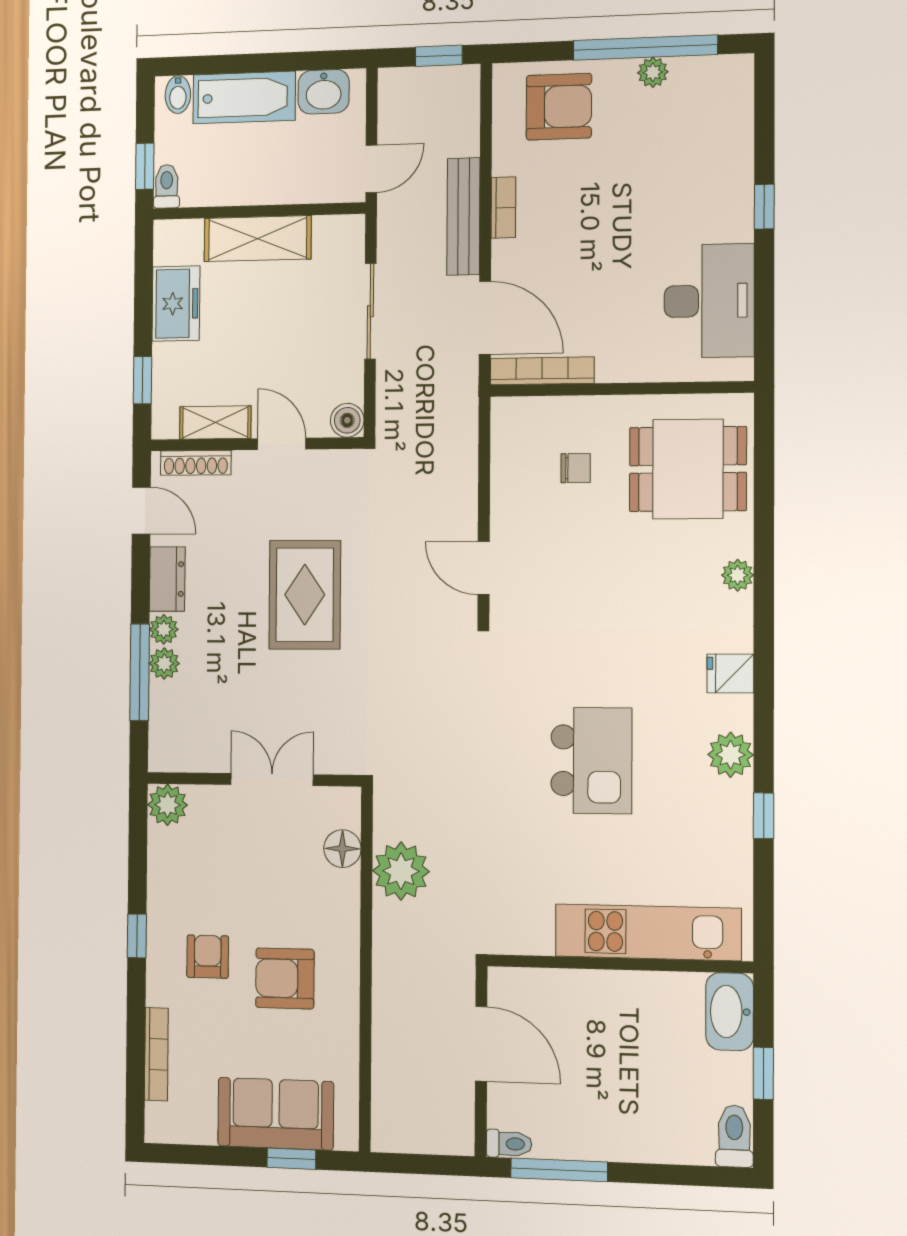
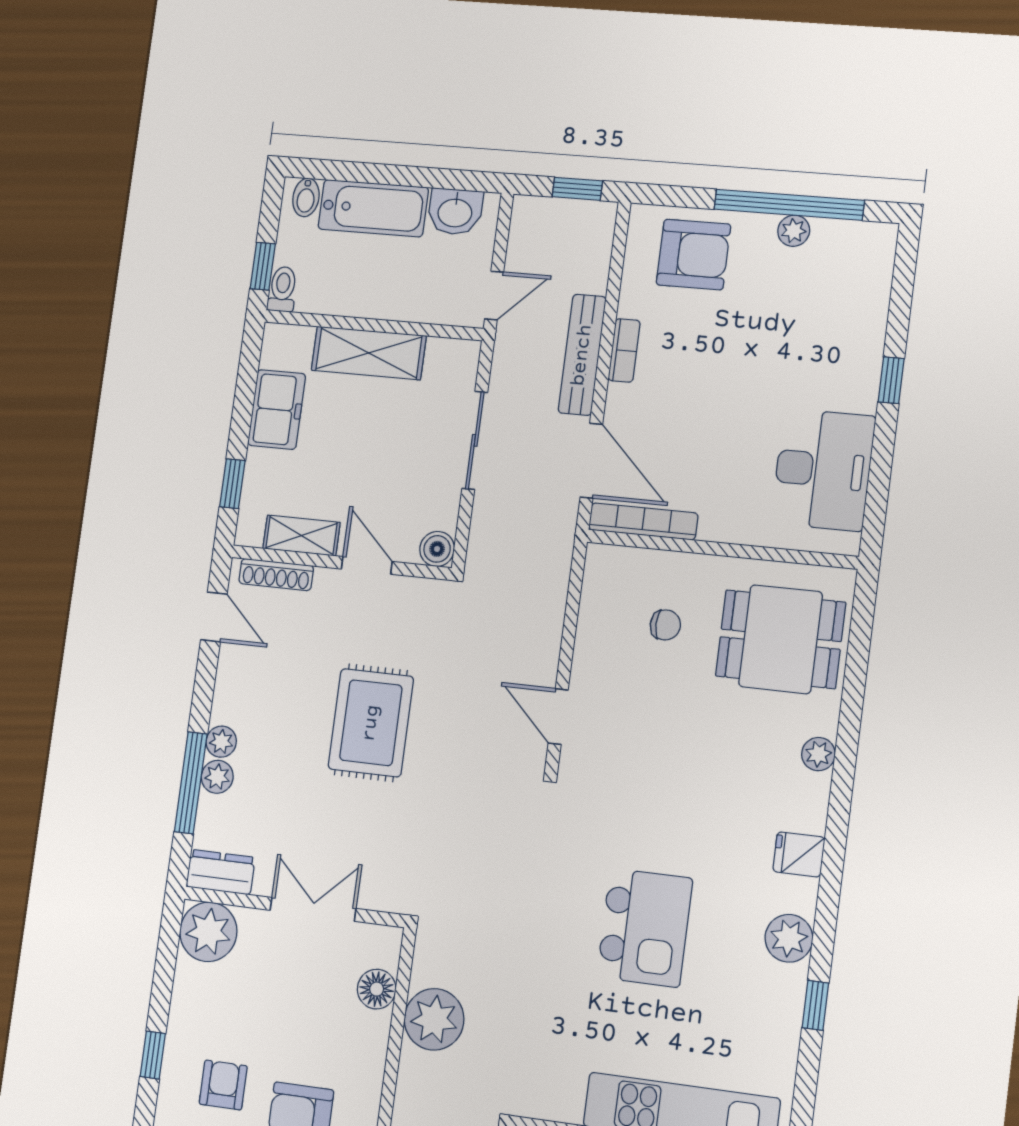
dresser: (167, 579) -> (221, 872), moved, turned -90
plant: (168, 805) -> (208, 932), width x1.36, depth x1.36

